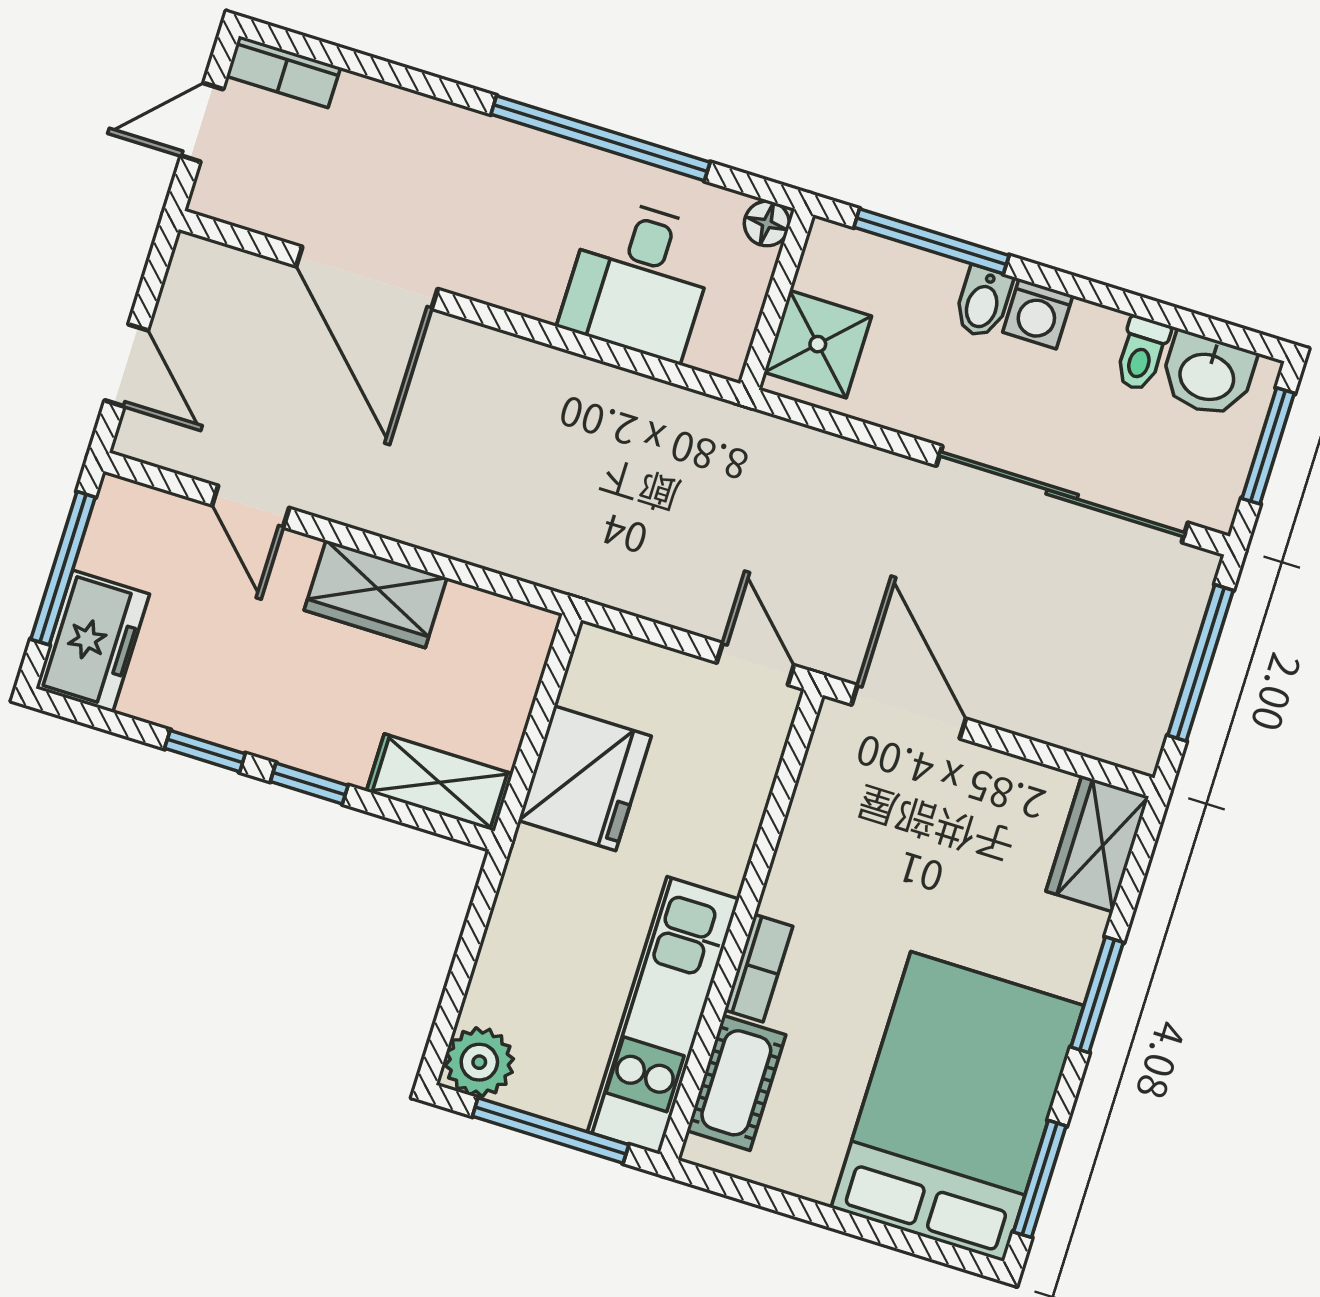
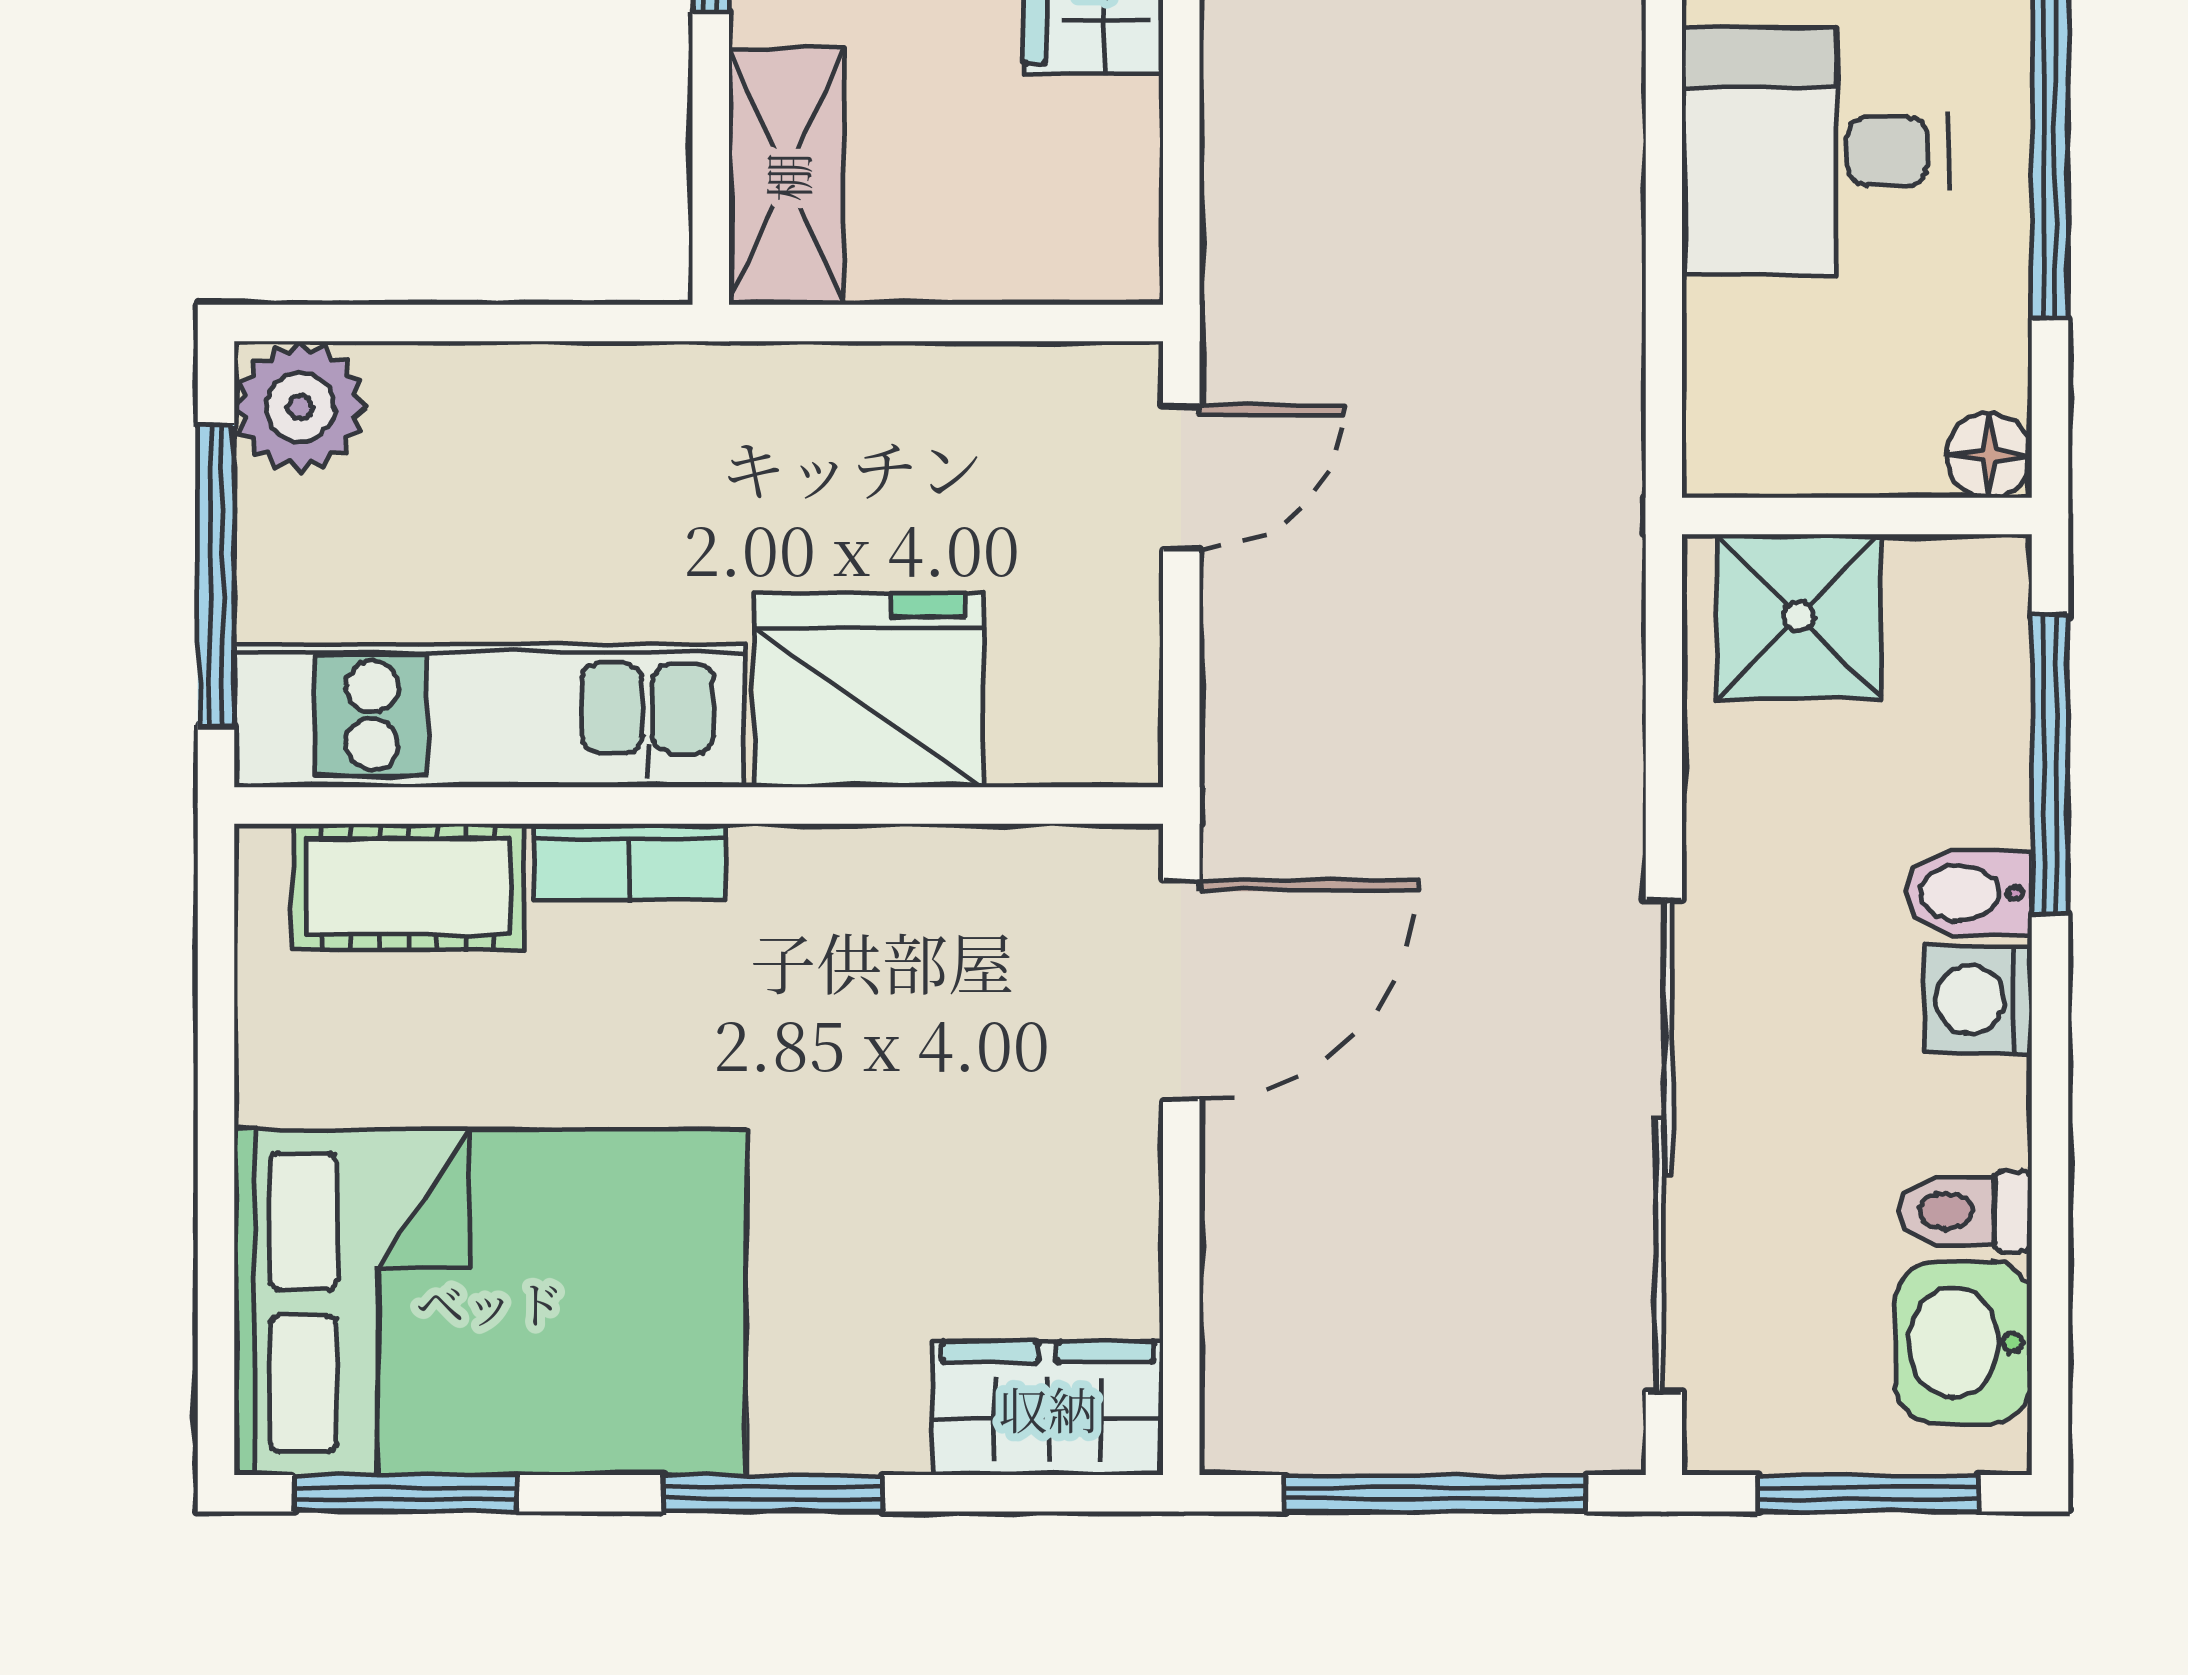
desk: (639, 279) -> (1815, 152), moved
door: (755, 664) -> (1181, 477), moved
fridge: (585, 778) -> (869, 690), moved, turned 180

